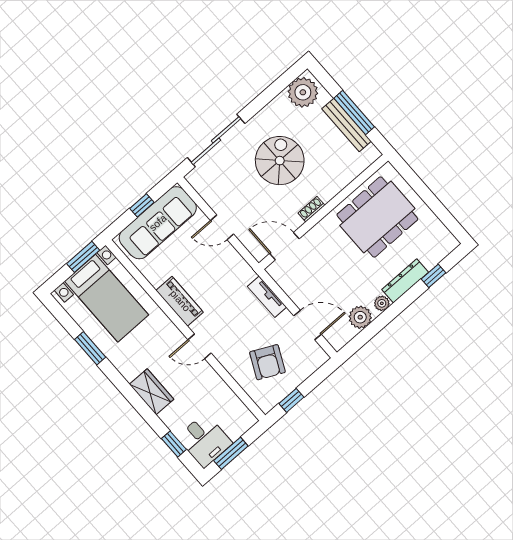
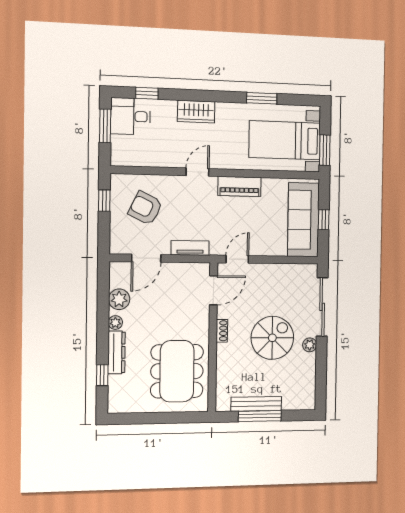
plant: (303, 92) -> (310, 345), moved, width x0.53, depth x0.53
spiral stairs: (280, 161) -> (272, 338), turned -90
door: (222, 227) -> (237, 259), moved

